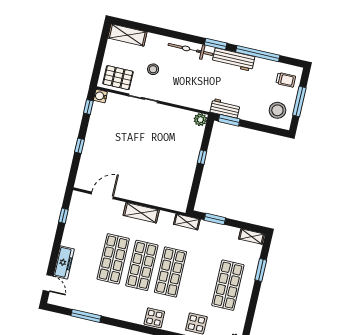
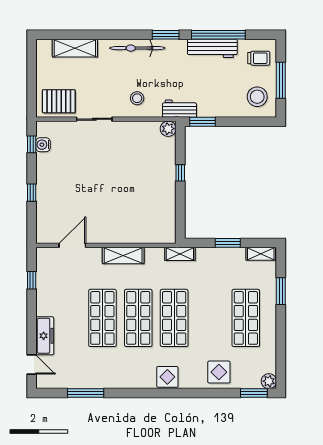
shelving: (127, 35) -> (75, 48), moved
workbench: (233, 60) -> (212, 48), moved
stool: (153, 69) -> (137, 98), moved
water cooler: (100, 96) -> (43, 145), moved
workbench: (225, 108) -> (179, 109), moved
window: (215, 219) -> (228, 243), moved

